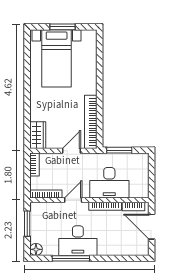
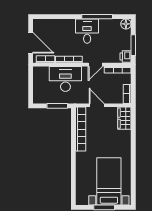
door: (71, 151) -> (97, 105), swing flipped
printer: (36, 210) -> (126, 56), added
desk: (78, 241) -> (87, 31), width x0.73

